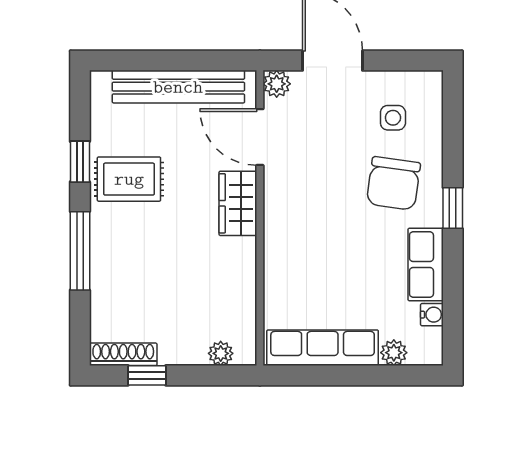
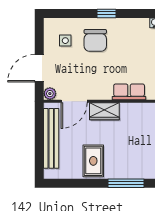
window: (80, 162) -> (85, 183), removed
chair: (393, 183) -> (95, 40), turned 82
row of seats: (426, 265) -> (129, 92), moved, turned 180

